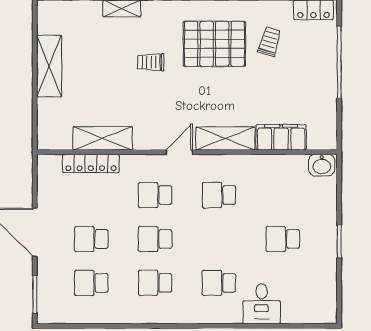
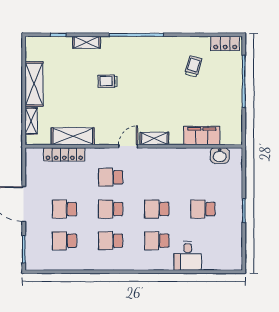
pallet: (214, 44) -> (154, 68), removed
shelving: (45, 117) -> (31, 121), added
shelving: (225, 138) -> (154, 138), width x0.67, depth x0.75
washbasin: (322, 165) -> (220, 156), moved
school desk: (219, 195) -> (157, 209), moved

